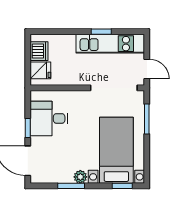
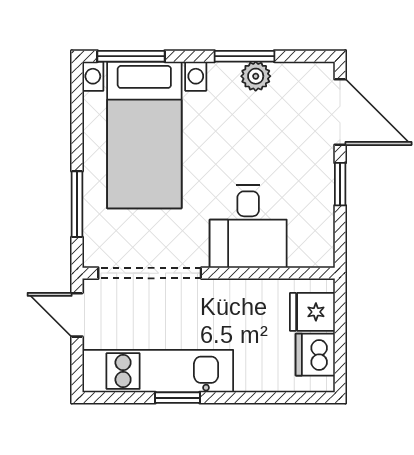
desk: (49, 118) -> (248, 226), moved, turned 90
plant: (80, 177) -> (256, 76), moved
window: (122, 186) -> (131, 56), width x1.50

